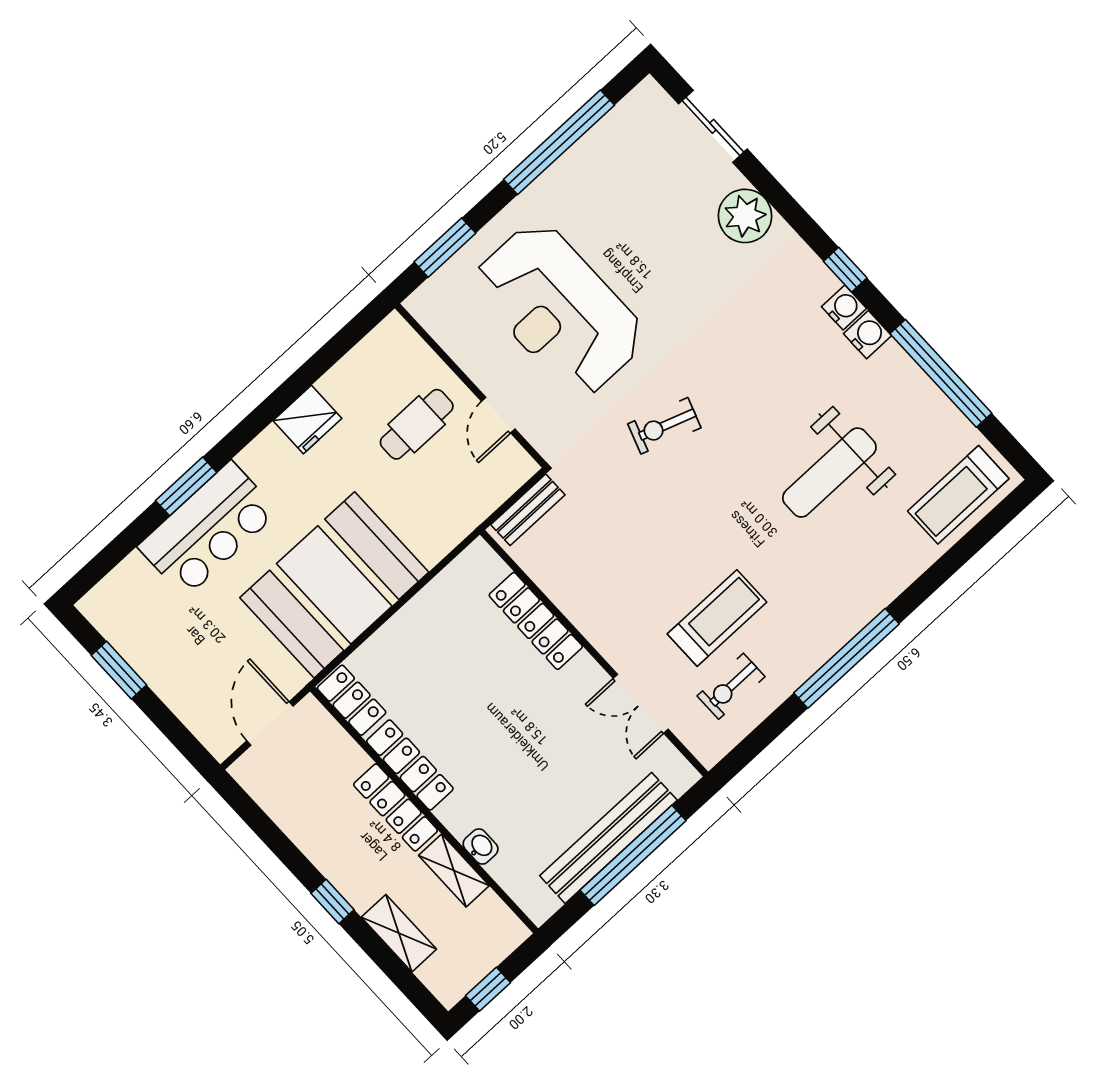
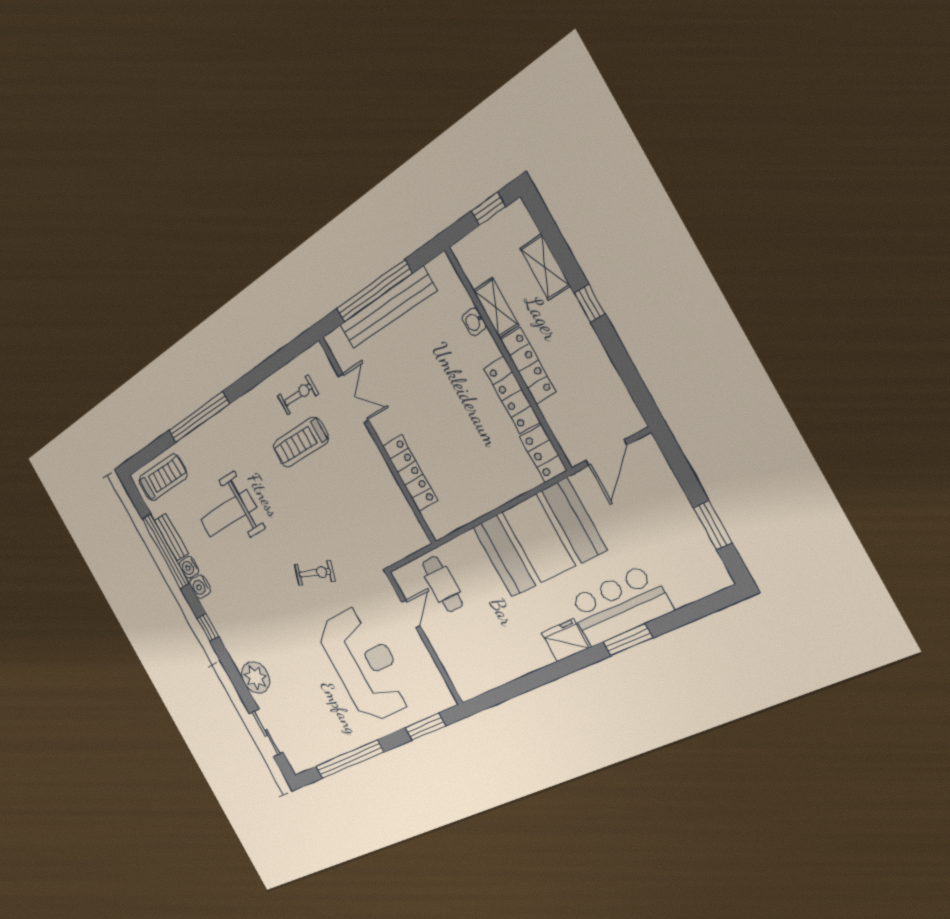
water cooler: (844, 307) -> (189, 567), moved
fridge: (307, 420) -> (565, 640), moved
cafe table: (417, 424) -> (443, 584), moved, turned 90
weight bench: (829, 473) -> (228, 513), turned 180
bench: (528, 510) -> (171, 537), moved, turned 90
window: (846, 658) -> (199, 417), moved

